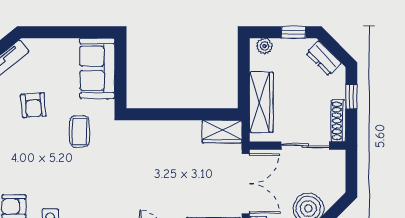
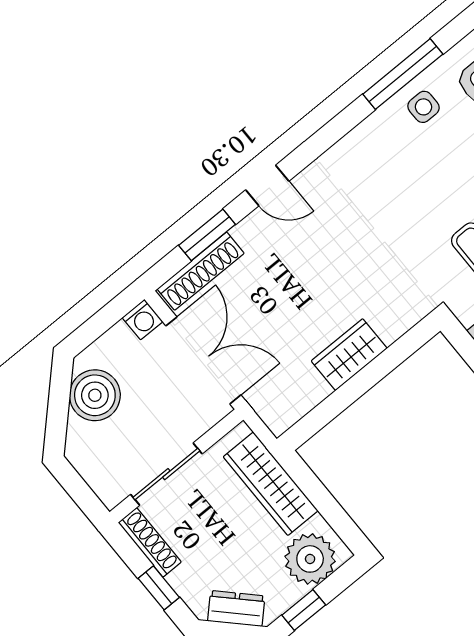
plant: (264, 46) -> (310, 559), width x1.87, depth x1.87
wardrobe: (222, 132) -> (349, 355), moved
double door: (246, 184) -> (203, 360), swing flipped

